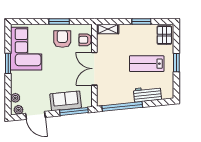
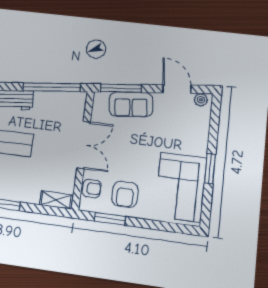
window: (59, 21) -> (110, 219), moved
plant: (15, 98) -> (204, 117), removed

